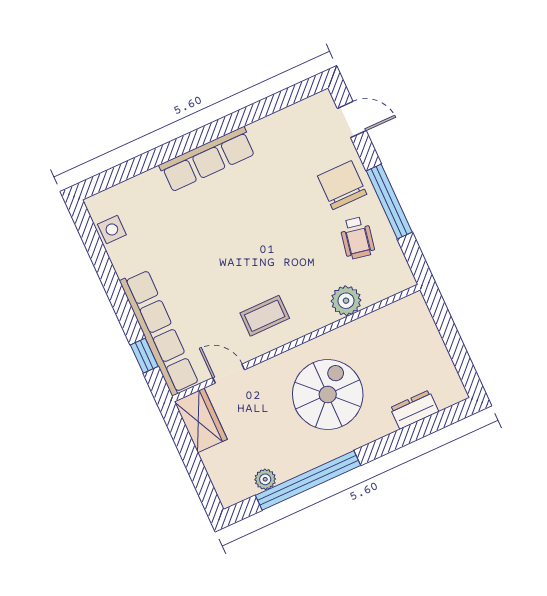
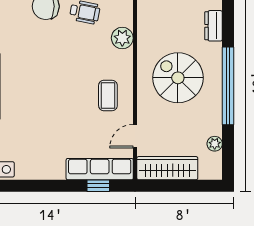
row of seats: (159, 332) -> (100, 169), width x0.73
wardrobe: (201, 420) -> (167, 168), width x1.50
window: (308, 480) -> (228, 86), moved

